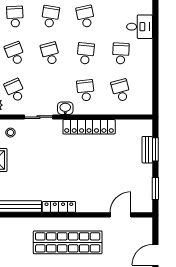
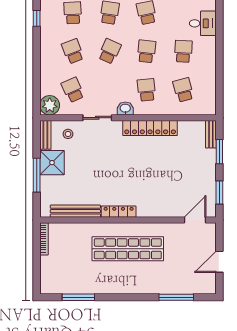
school desk: (50, 53) -> (110, 51), turned 39
bench: (147, 150) -> (211, 134), moved
door: (120, 215) -> (195, 220), moved

